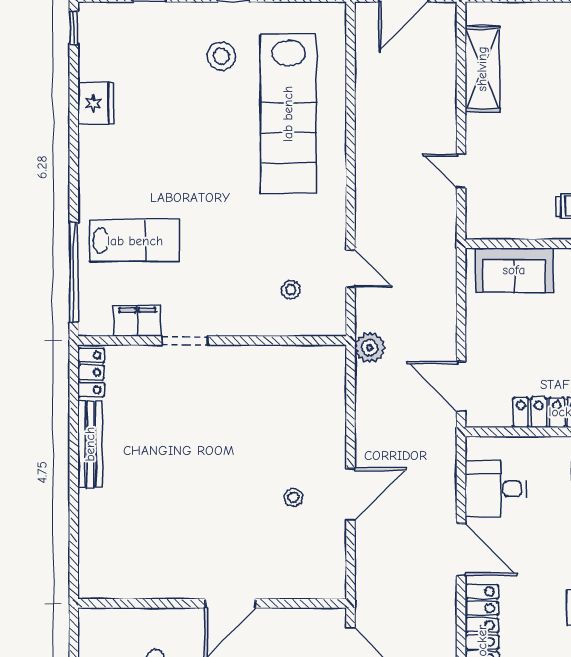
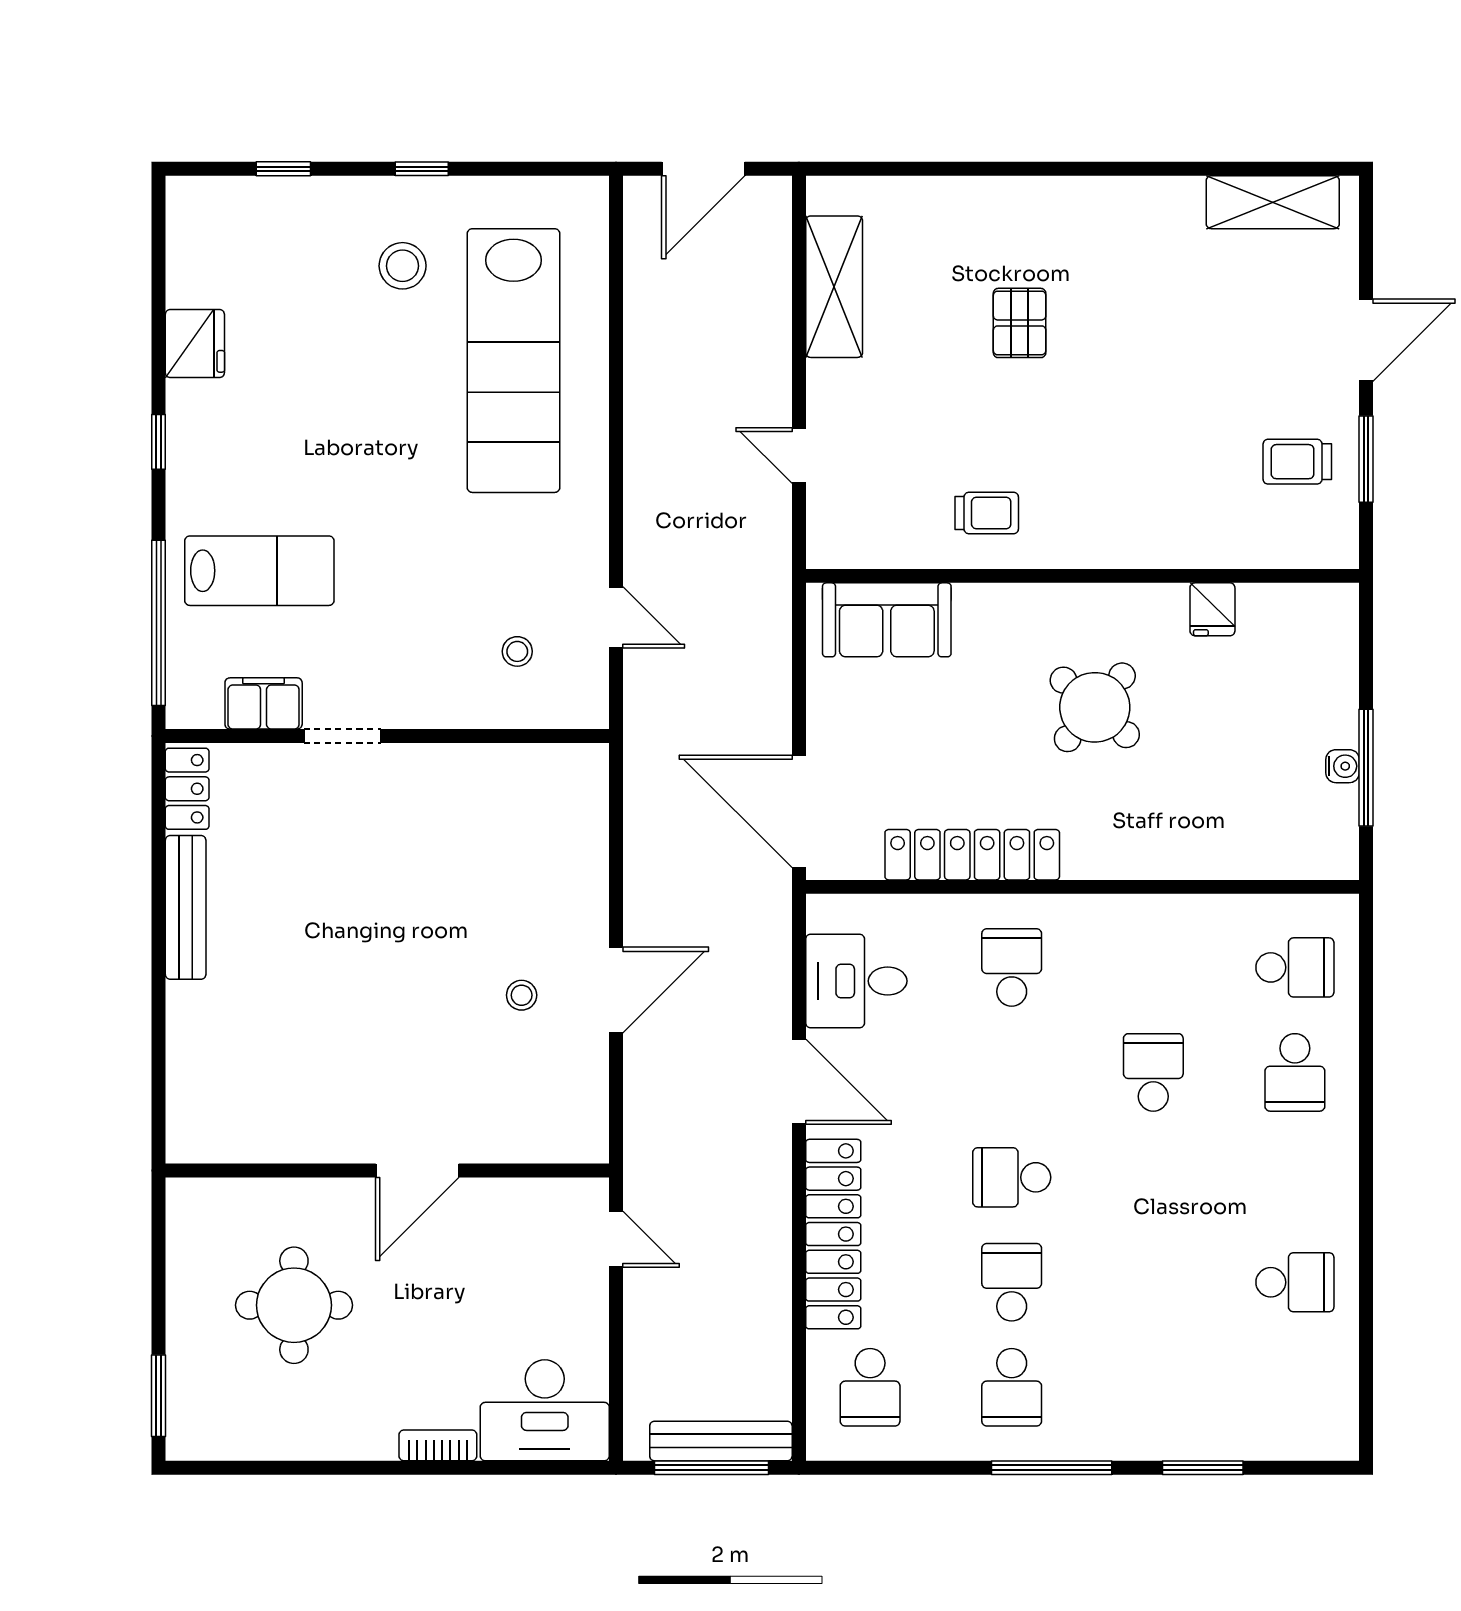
window: (74, 28) -> (159, 442), moved
plant: (370, 348) -> (648, 748), removed
door: (461, 386) -> (799, 811), width x1.36

